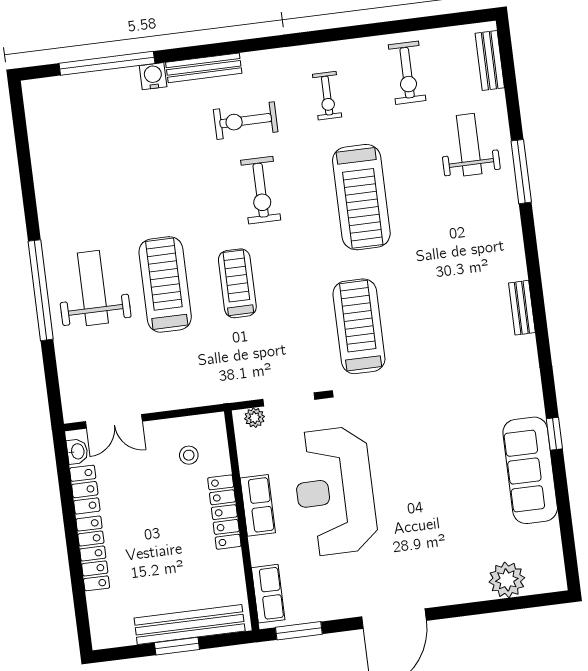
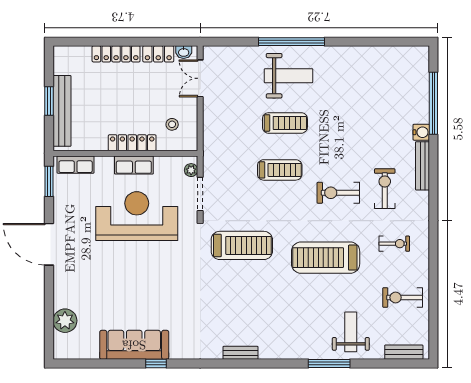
exercise bike: (327, 96) -> (394, 244), turned 180
weight bench: (469, 145) -> (351, 332), turned -90
treadmill: (165, 284) -> (285, 123), width x0.73, depth x0.73

